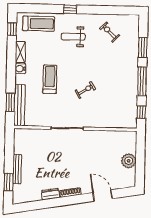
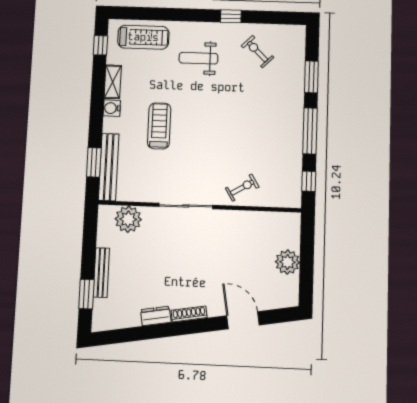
window: (70, 9) -> (231, 16), moved
exercise bike: (85, 90) -> (242, 188), moved
plant: (32, 137) -> (128, 219), added

